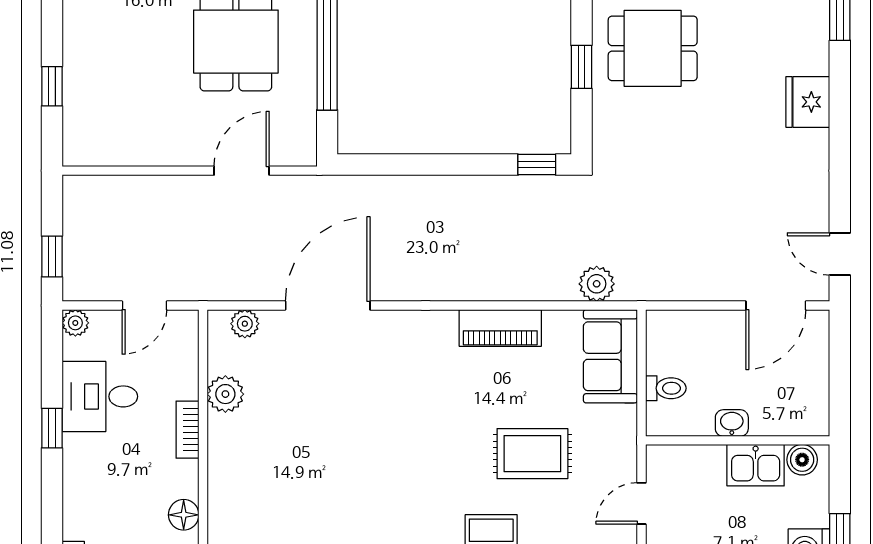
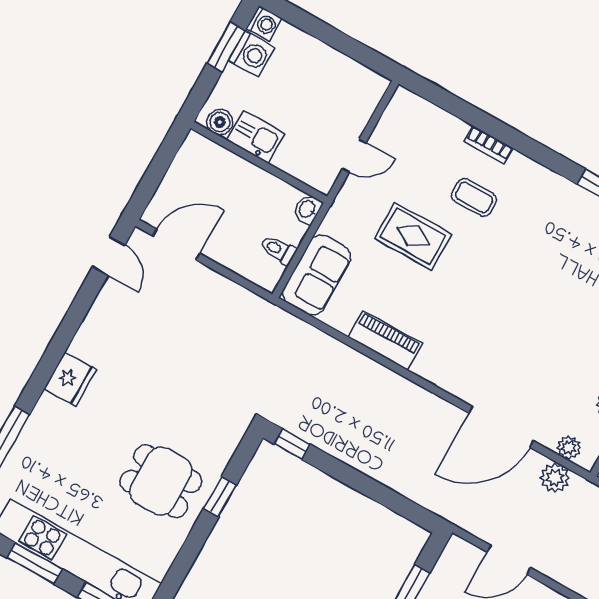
plant: (597, 284) -> (555, 478), moved
toilet: (666, 388) -> (278, 250), moved
washbasin: (732, 423) -> (308, 209), moved, turned 90

